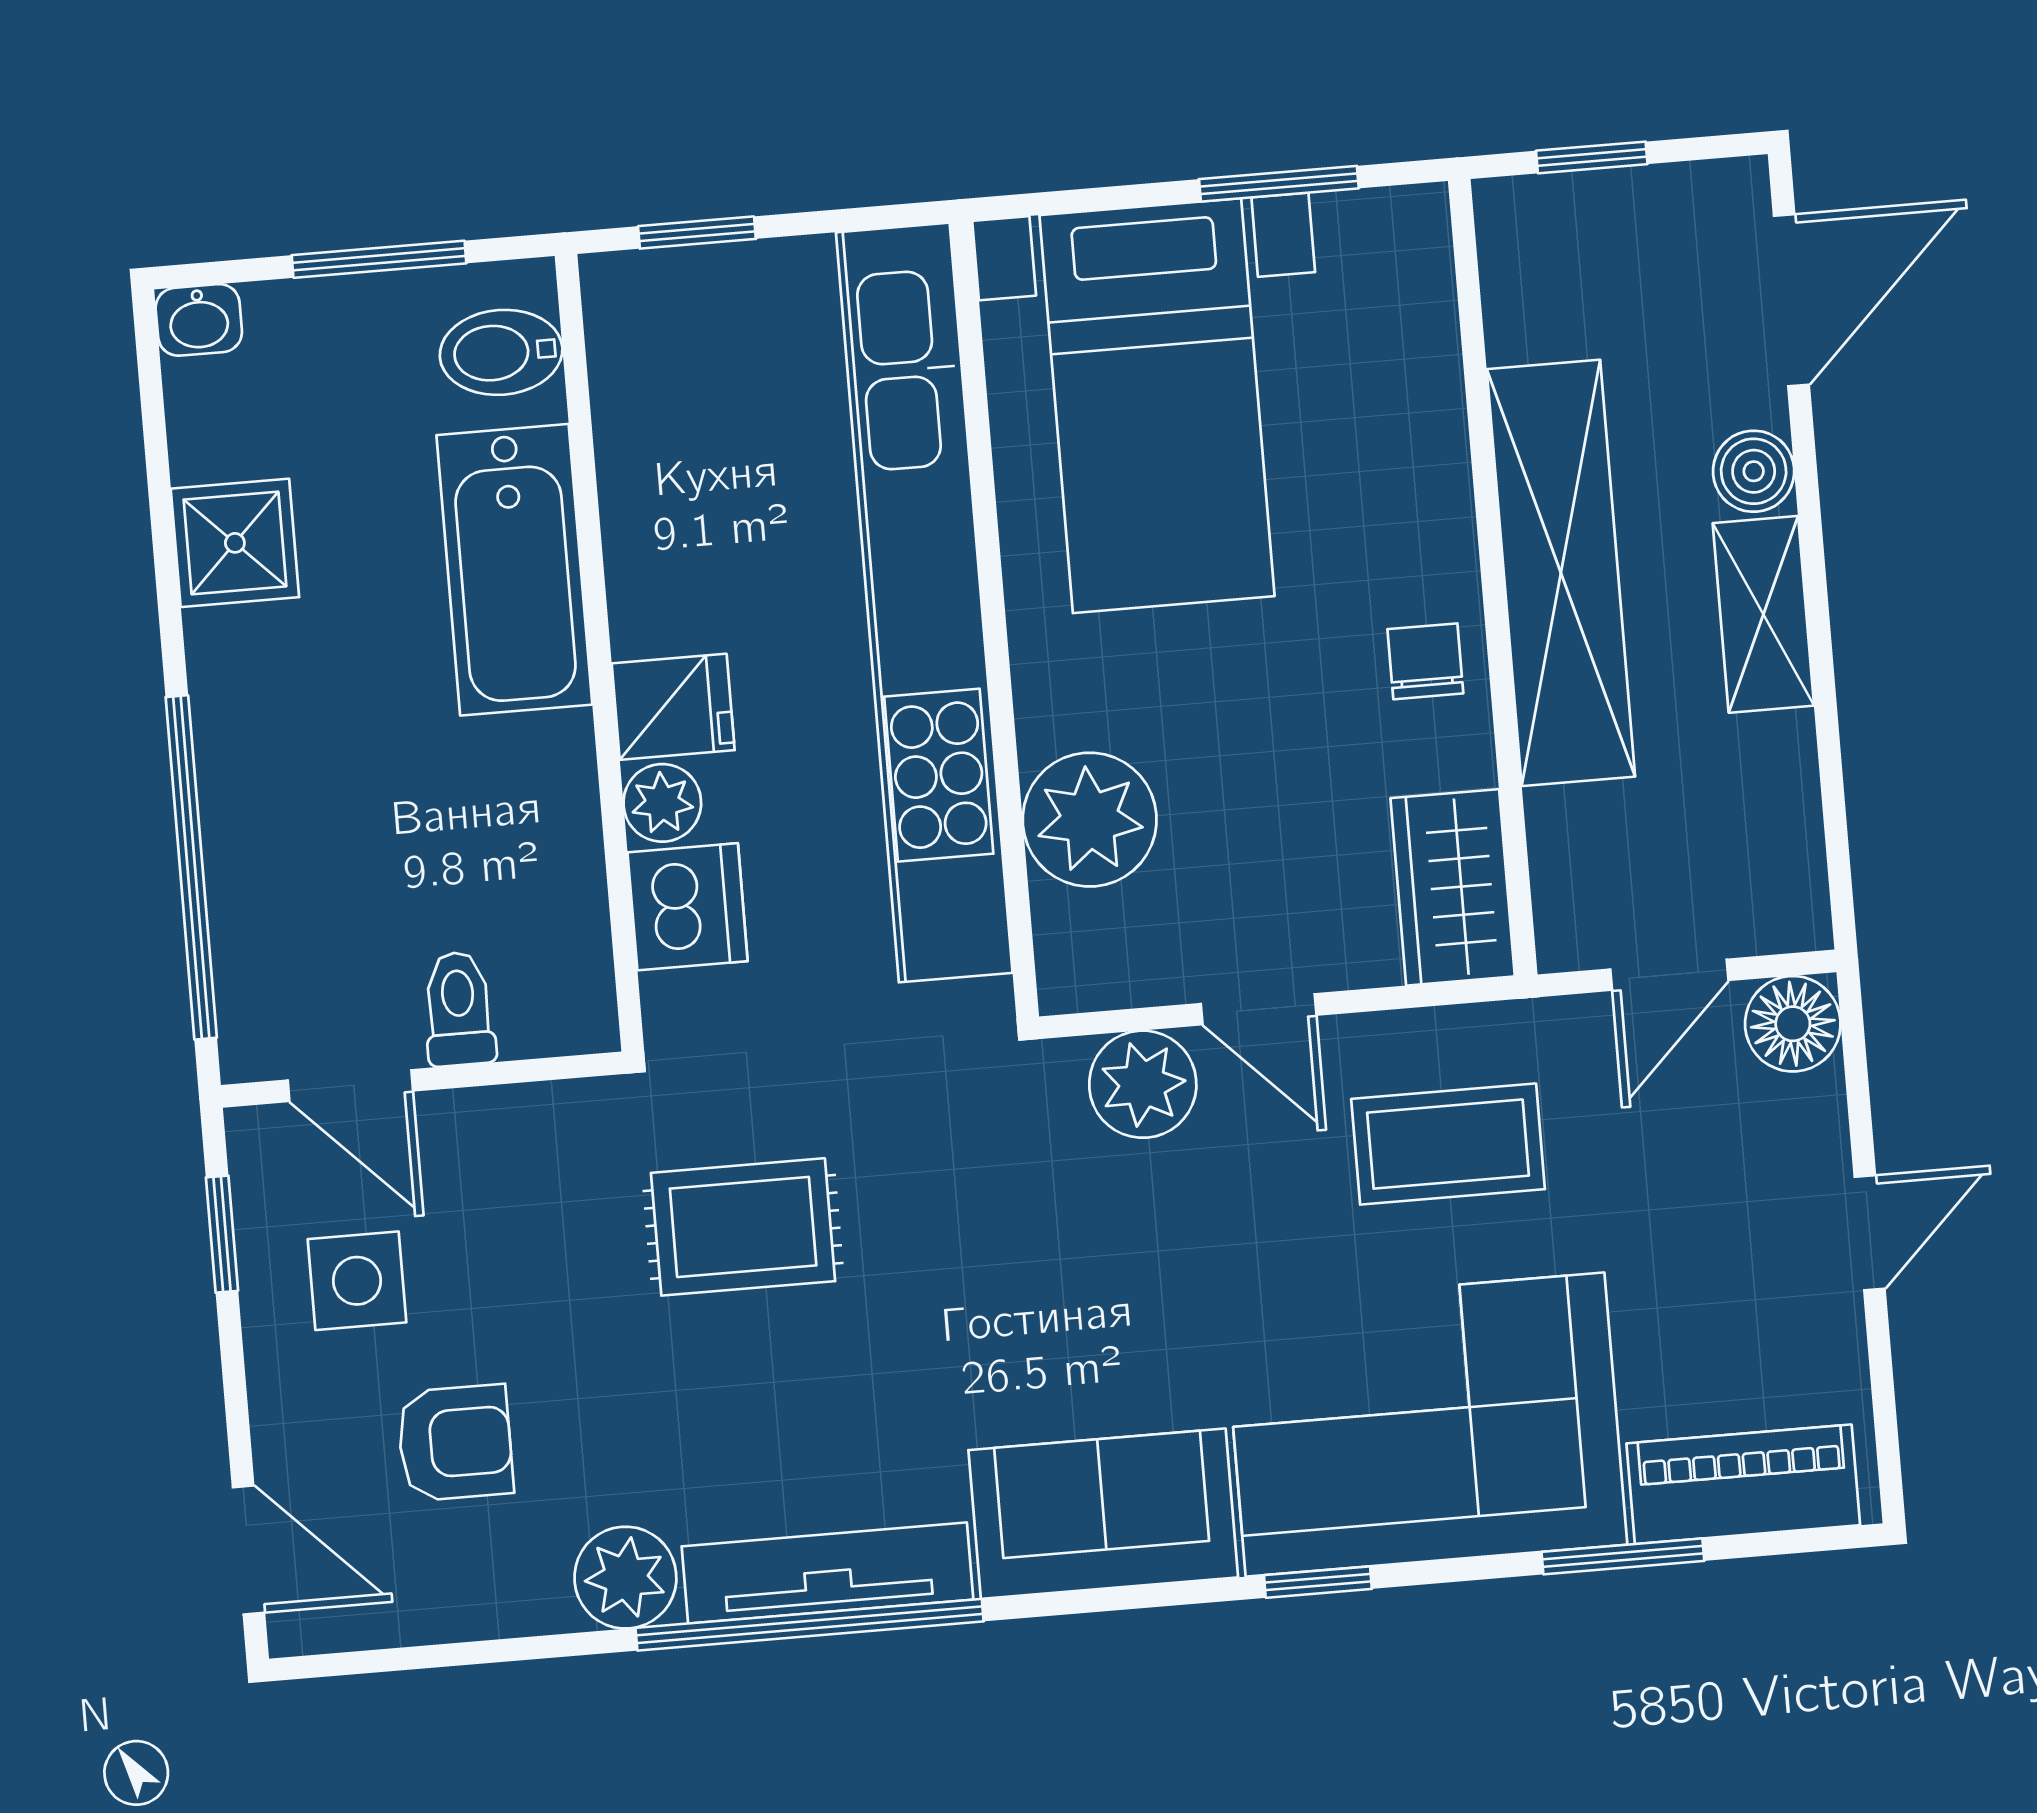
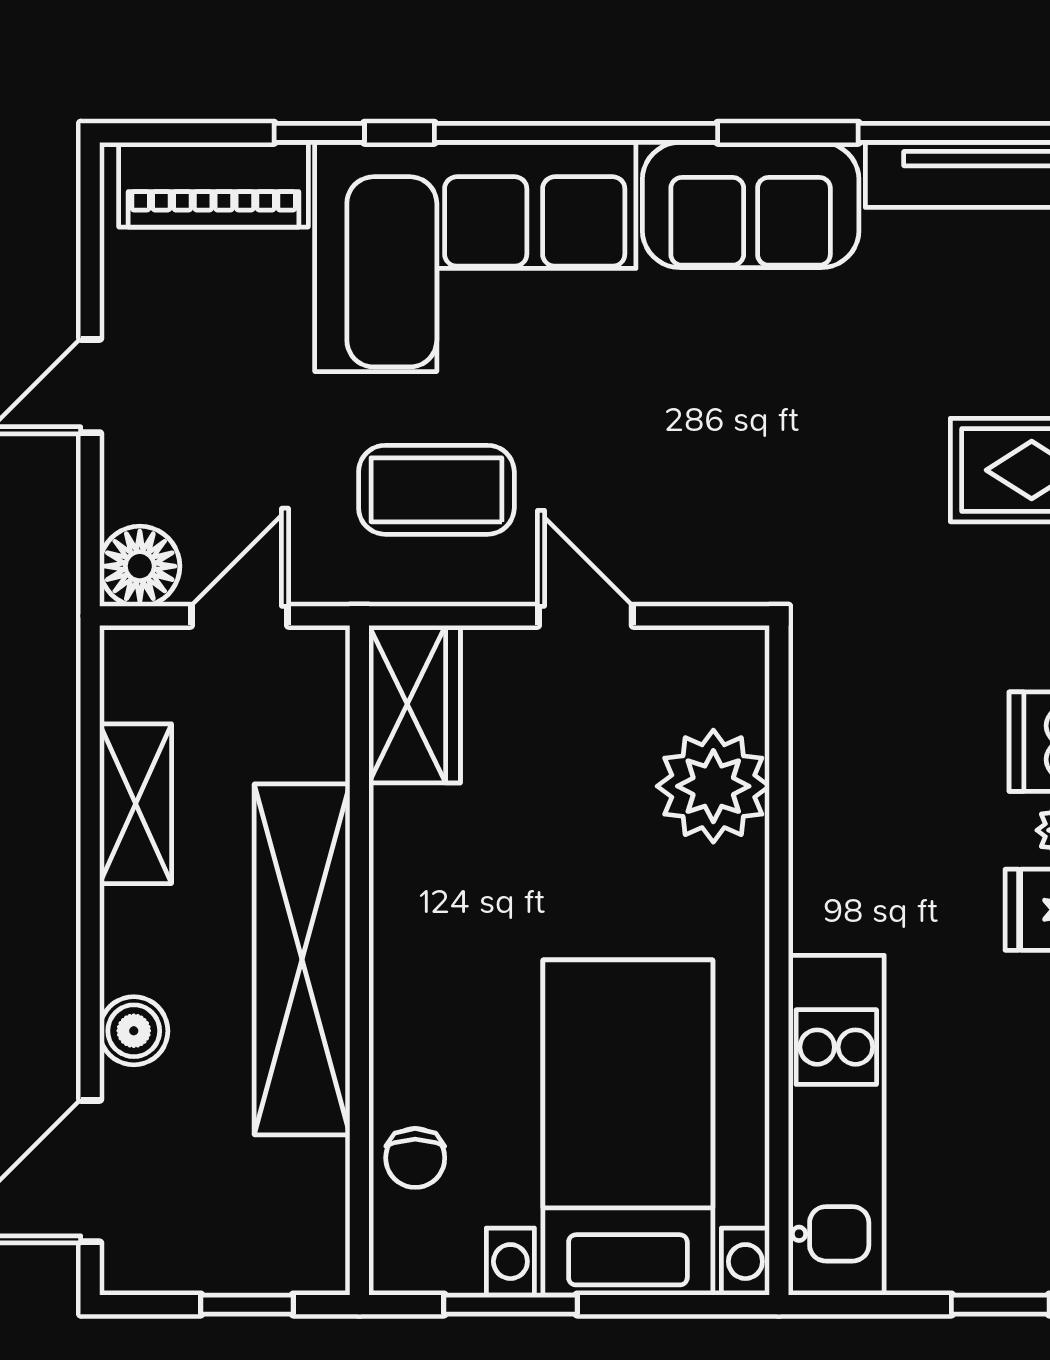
kitchen unit: (924, 603) -> (836, 1125), width x0.54
shelving: (1763, 614) -> (136, 804), moved
chair: (1425, 661) -> (415, 1158), moved
plant: (1143, 1084) -> (687, 561), removed
window: (1623, 1556) -> (319, 133), width x0.67
window: (1318, 1582) -> (576, 133), width x3.17

